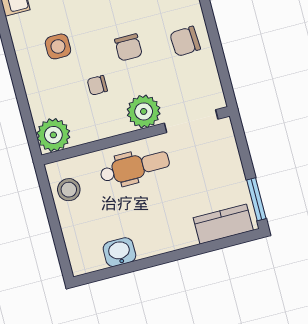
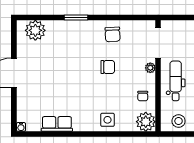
side table: (58, 46) -> (107, 120), moved
chair: (97, 85) -> (143, 96), moved
plant: (144, 111) -> (150, 68), width x0.53, depth x0.53

